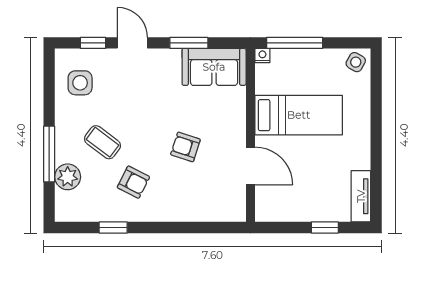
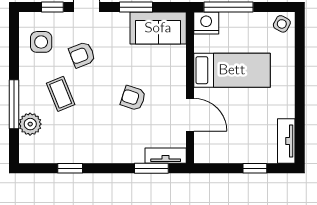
nightstand: (262, 55) -> (206, 23), width x1.89, depth x1.79
coffee table: (102, 142) -> (61, 94), turned 31
armchair: (133, 182) -> (82, 55), moved, turned 132
tv unit: (223, 213) -> (166, 156), added
window: (206, 227) -> (151, 168), added

